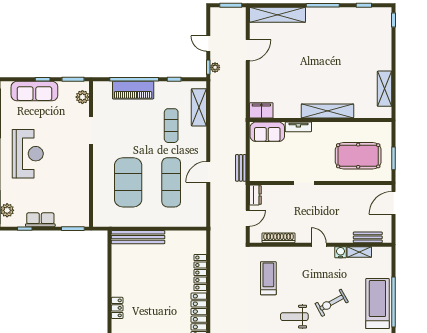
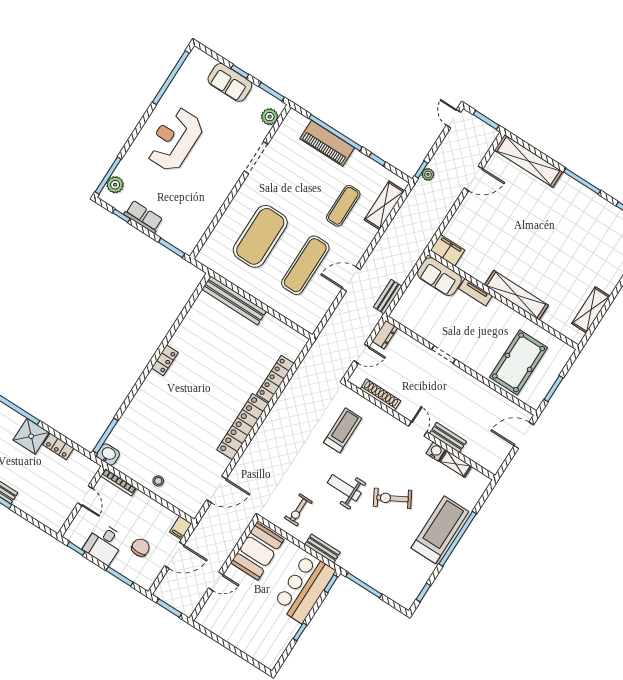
door: (208, 44) -> (454, 119), moved
sofa: (34, 91) -> (230, 82), width x0.73
reception desk: (28, 154) -> (175, 139), turned 180
pool table: (358, 156) -> (519, 362), turned 90
bench: (368, 237) -> (448, 437), moved

